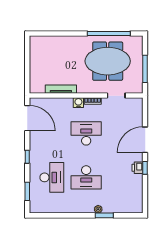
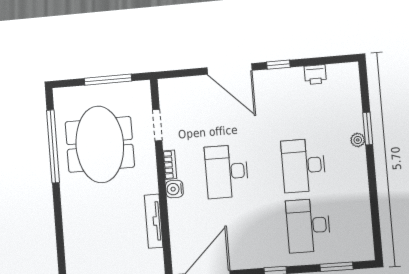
printer: (137, 168) -> (315, 75), moved
desk: (52, 177) -> (308, 226), turned -90
desk: (86, 177) -> (303, 165), turned 180

